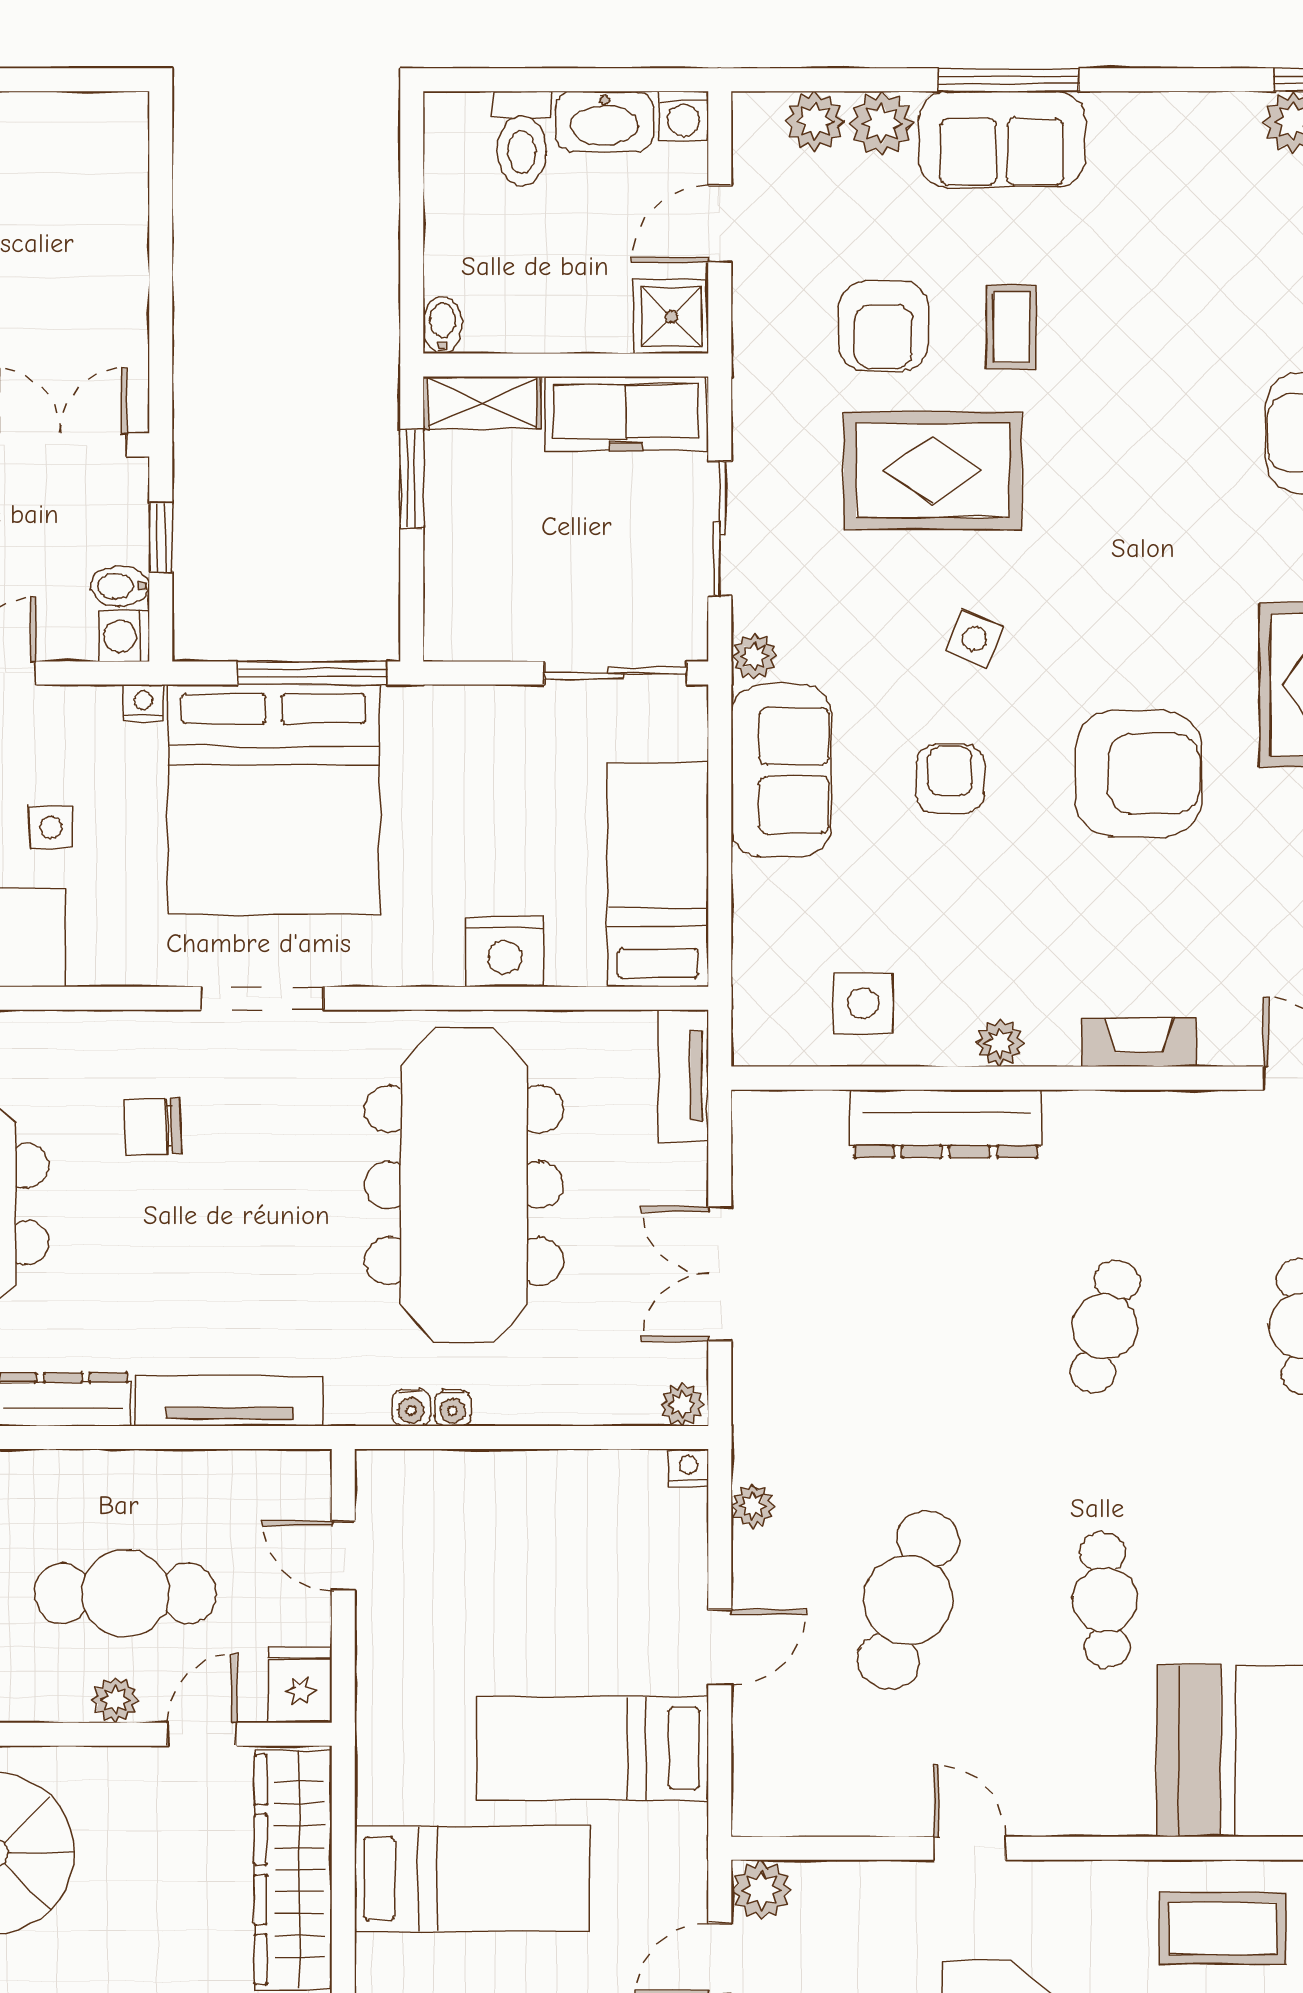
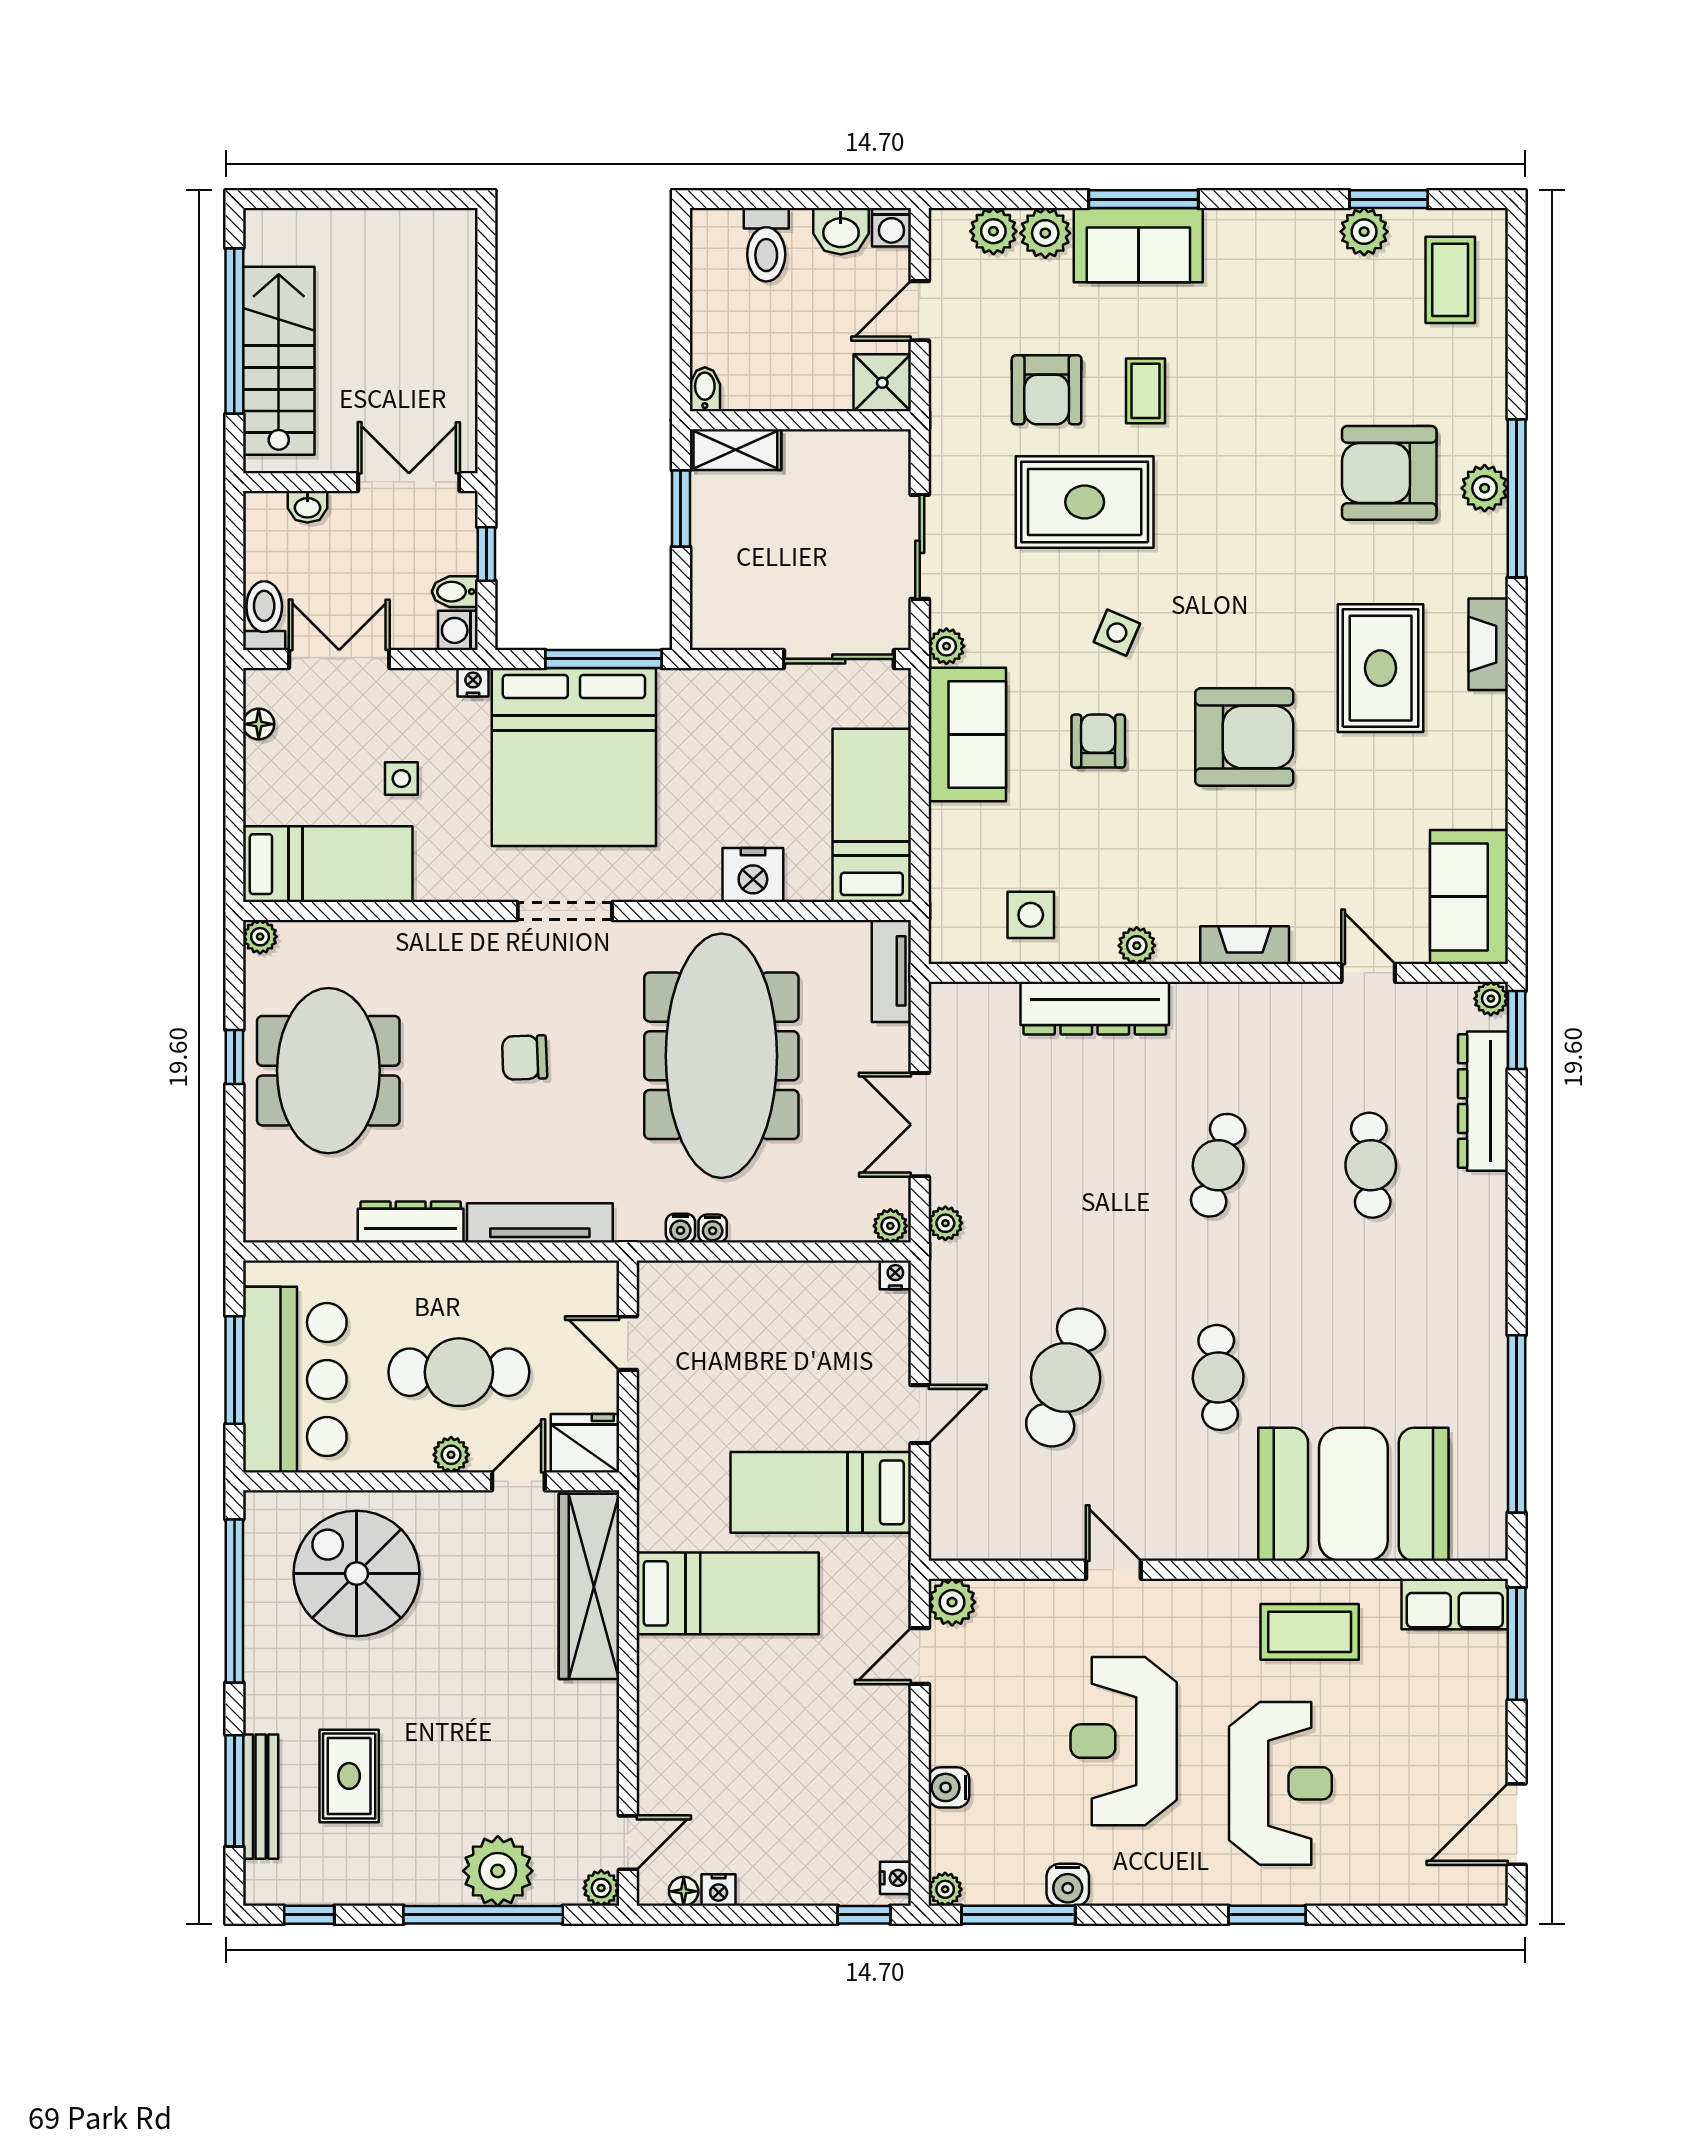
washbasin: (605, 121) -> (841, 231), width x0.72
freezer: (626, 414) -> (847, 458), removed
chair: (152, 1127) -> (525, 1057), moved
plant: (753, 1506) -> (945, 1223), moved
fridge: (300, 1685) -> (585, 1443), width x1.38

